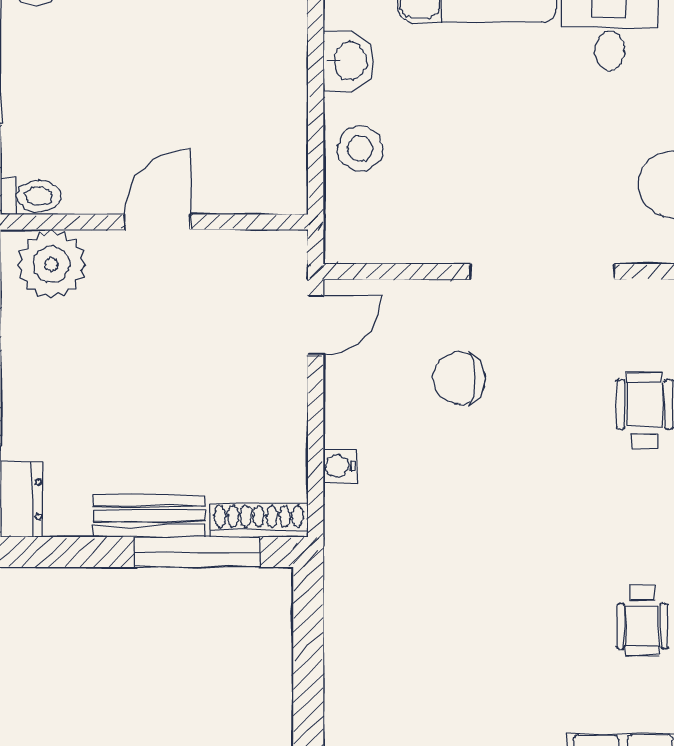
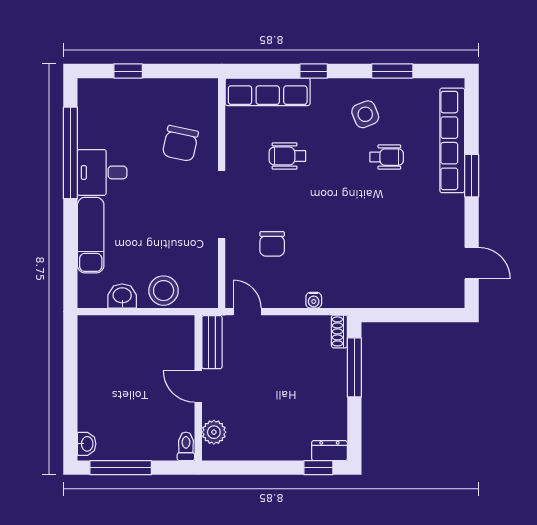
stool: (360, 149) -> (164, 291), width x1.38, depth x1.38
plant: (51, 264) -> (214, 432), width x0.73, depth x0.73
bench: (149, 516) -> (212, 342), moved
shoe rack: (259, 520) -> (339, 331), width x0.70

